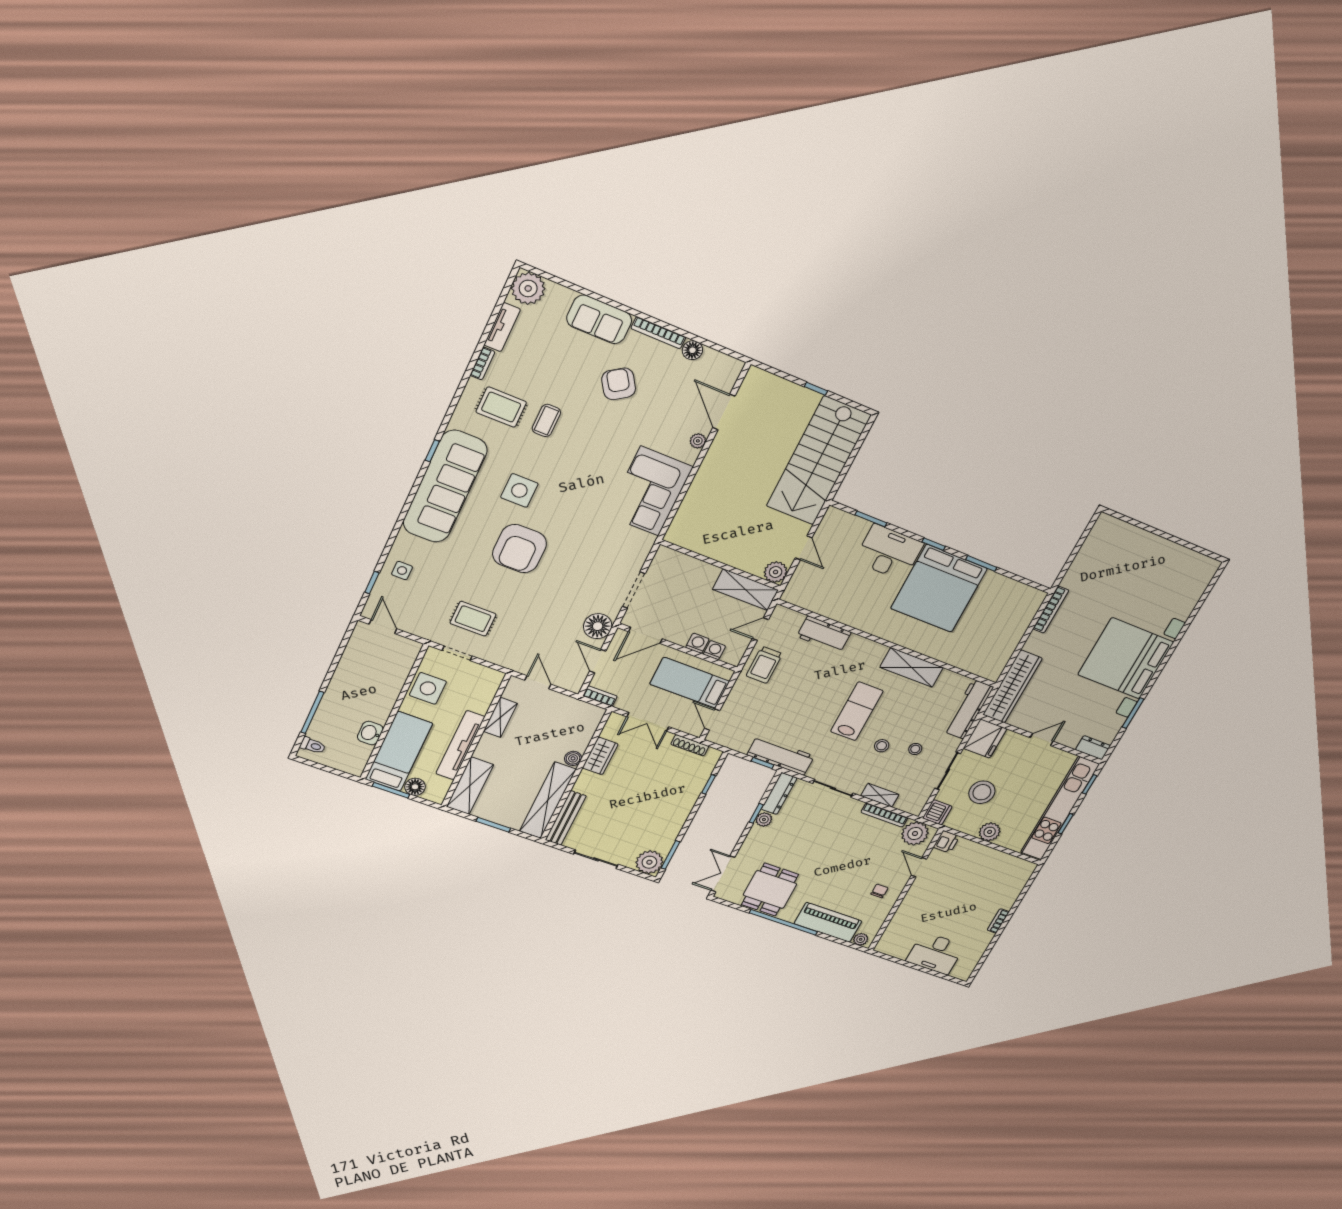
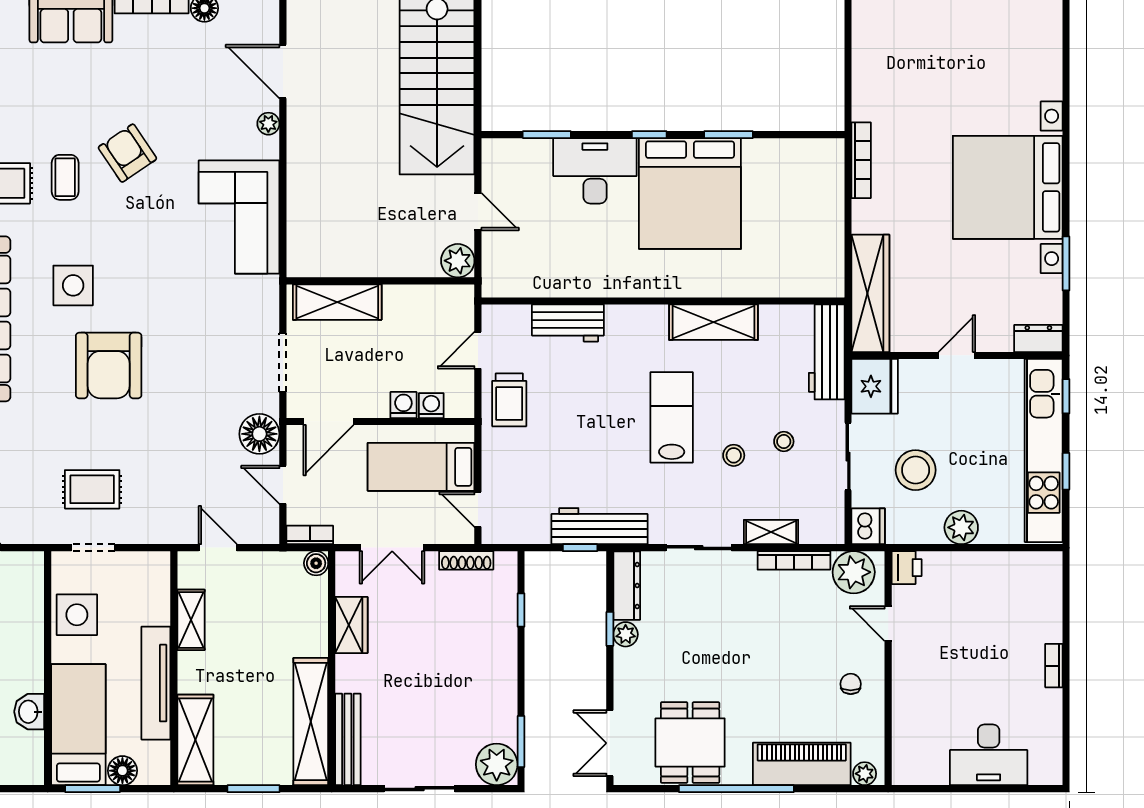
armchair: (619, 384) -> (127, 153), moved
shelving: (745, 590) -> (337, 302), moved
boiler: (573, 758) -> (316, 563), moved

